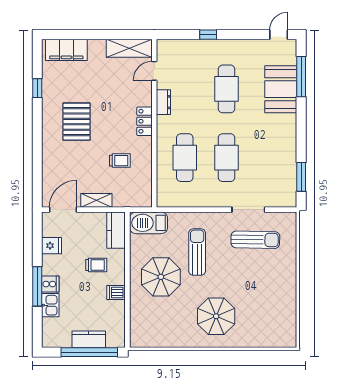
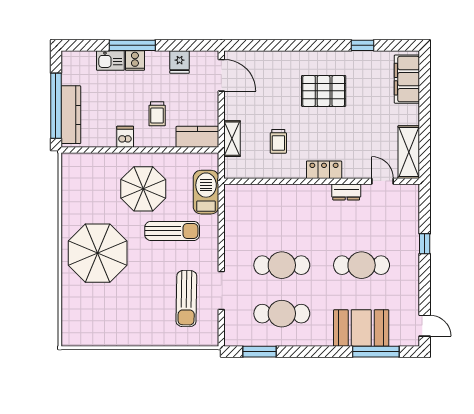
cafe table: (185, 158) -> (282, 314), moved
shelving: (96, 200) -> (232, 139), moved
barbecue: (149, 223) -> (206, 192), moved
parasol: (216, 316) -> (98, 253), width x1.36, depth x1.36
kitchen counter: (89, 339) -> (71, 115), width x1.50

